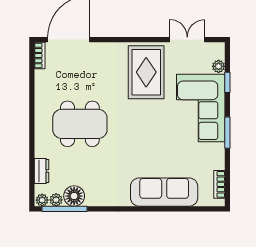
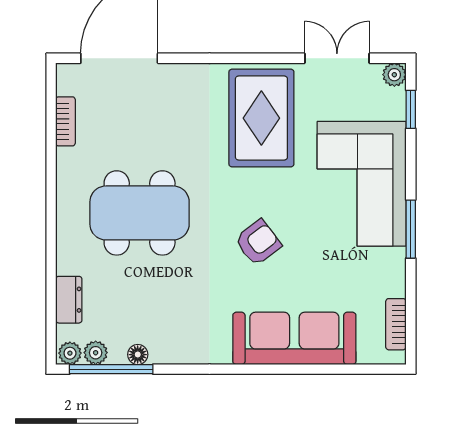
bookcase: (40, 56) -> (66, 121), moved
plant: (219, 66) -> (394, 75), moved
window: (227, 82) -> (411, 109), moved
armchair: (144, 140) -> (258, 242), added
floor lamp: (74, 196) -> (138, 355), width x0.53, depth x0.53

